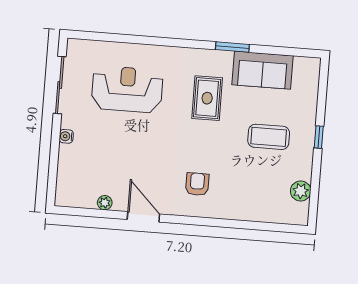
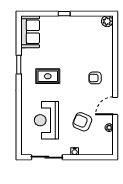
sofa: (262, 70) -> (30, 32), moved
coffee table: (269, 137) -> (66, 41), removed
armchair: (119, 155) -> (82, 122), added
plant: (301, 191) -> (107, 21), moved

